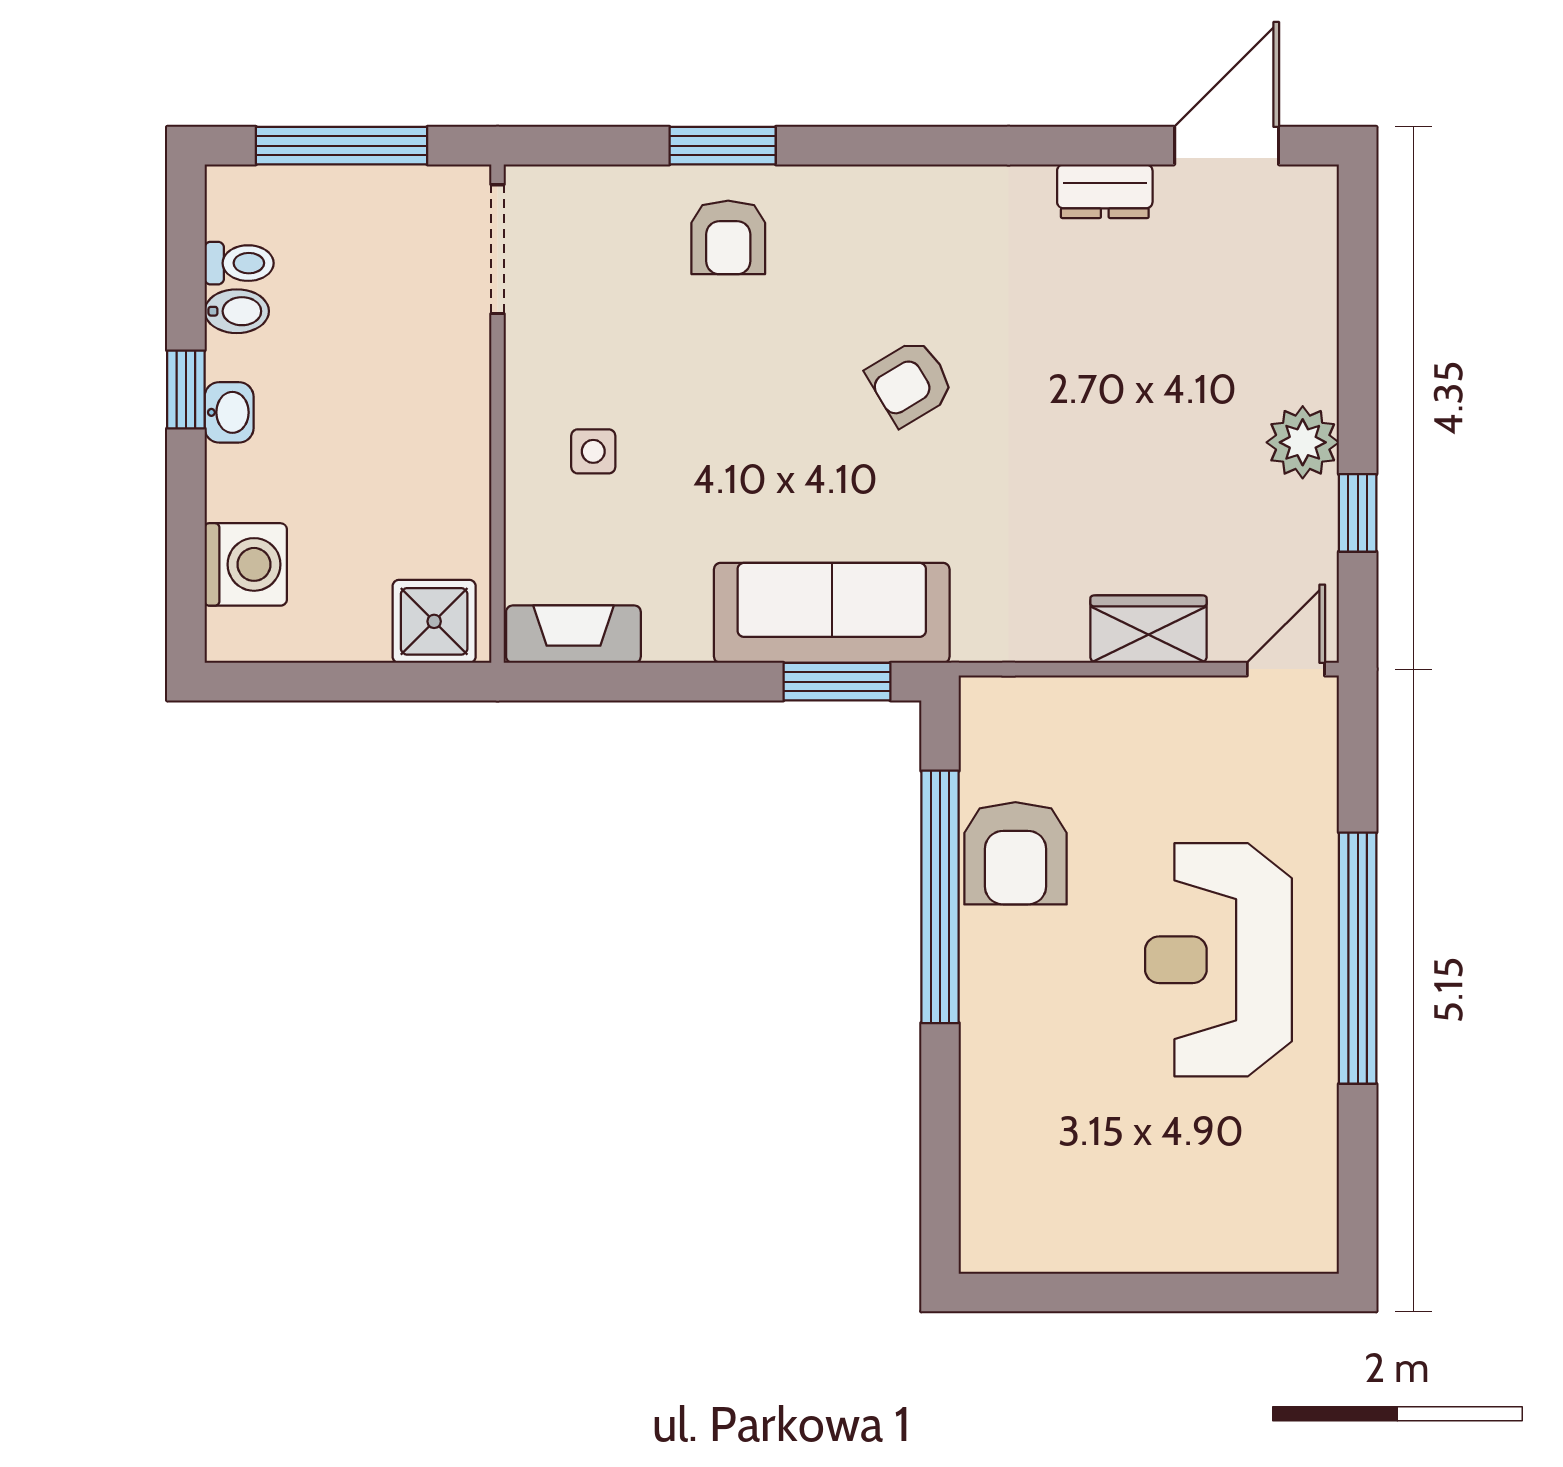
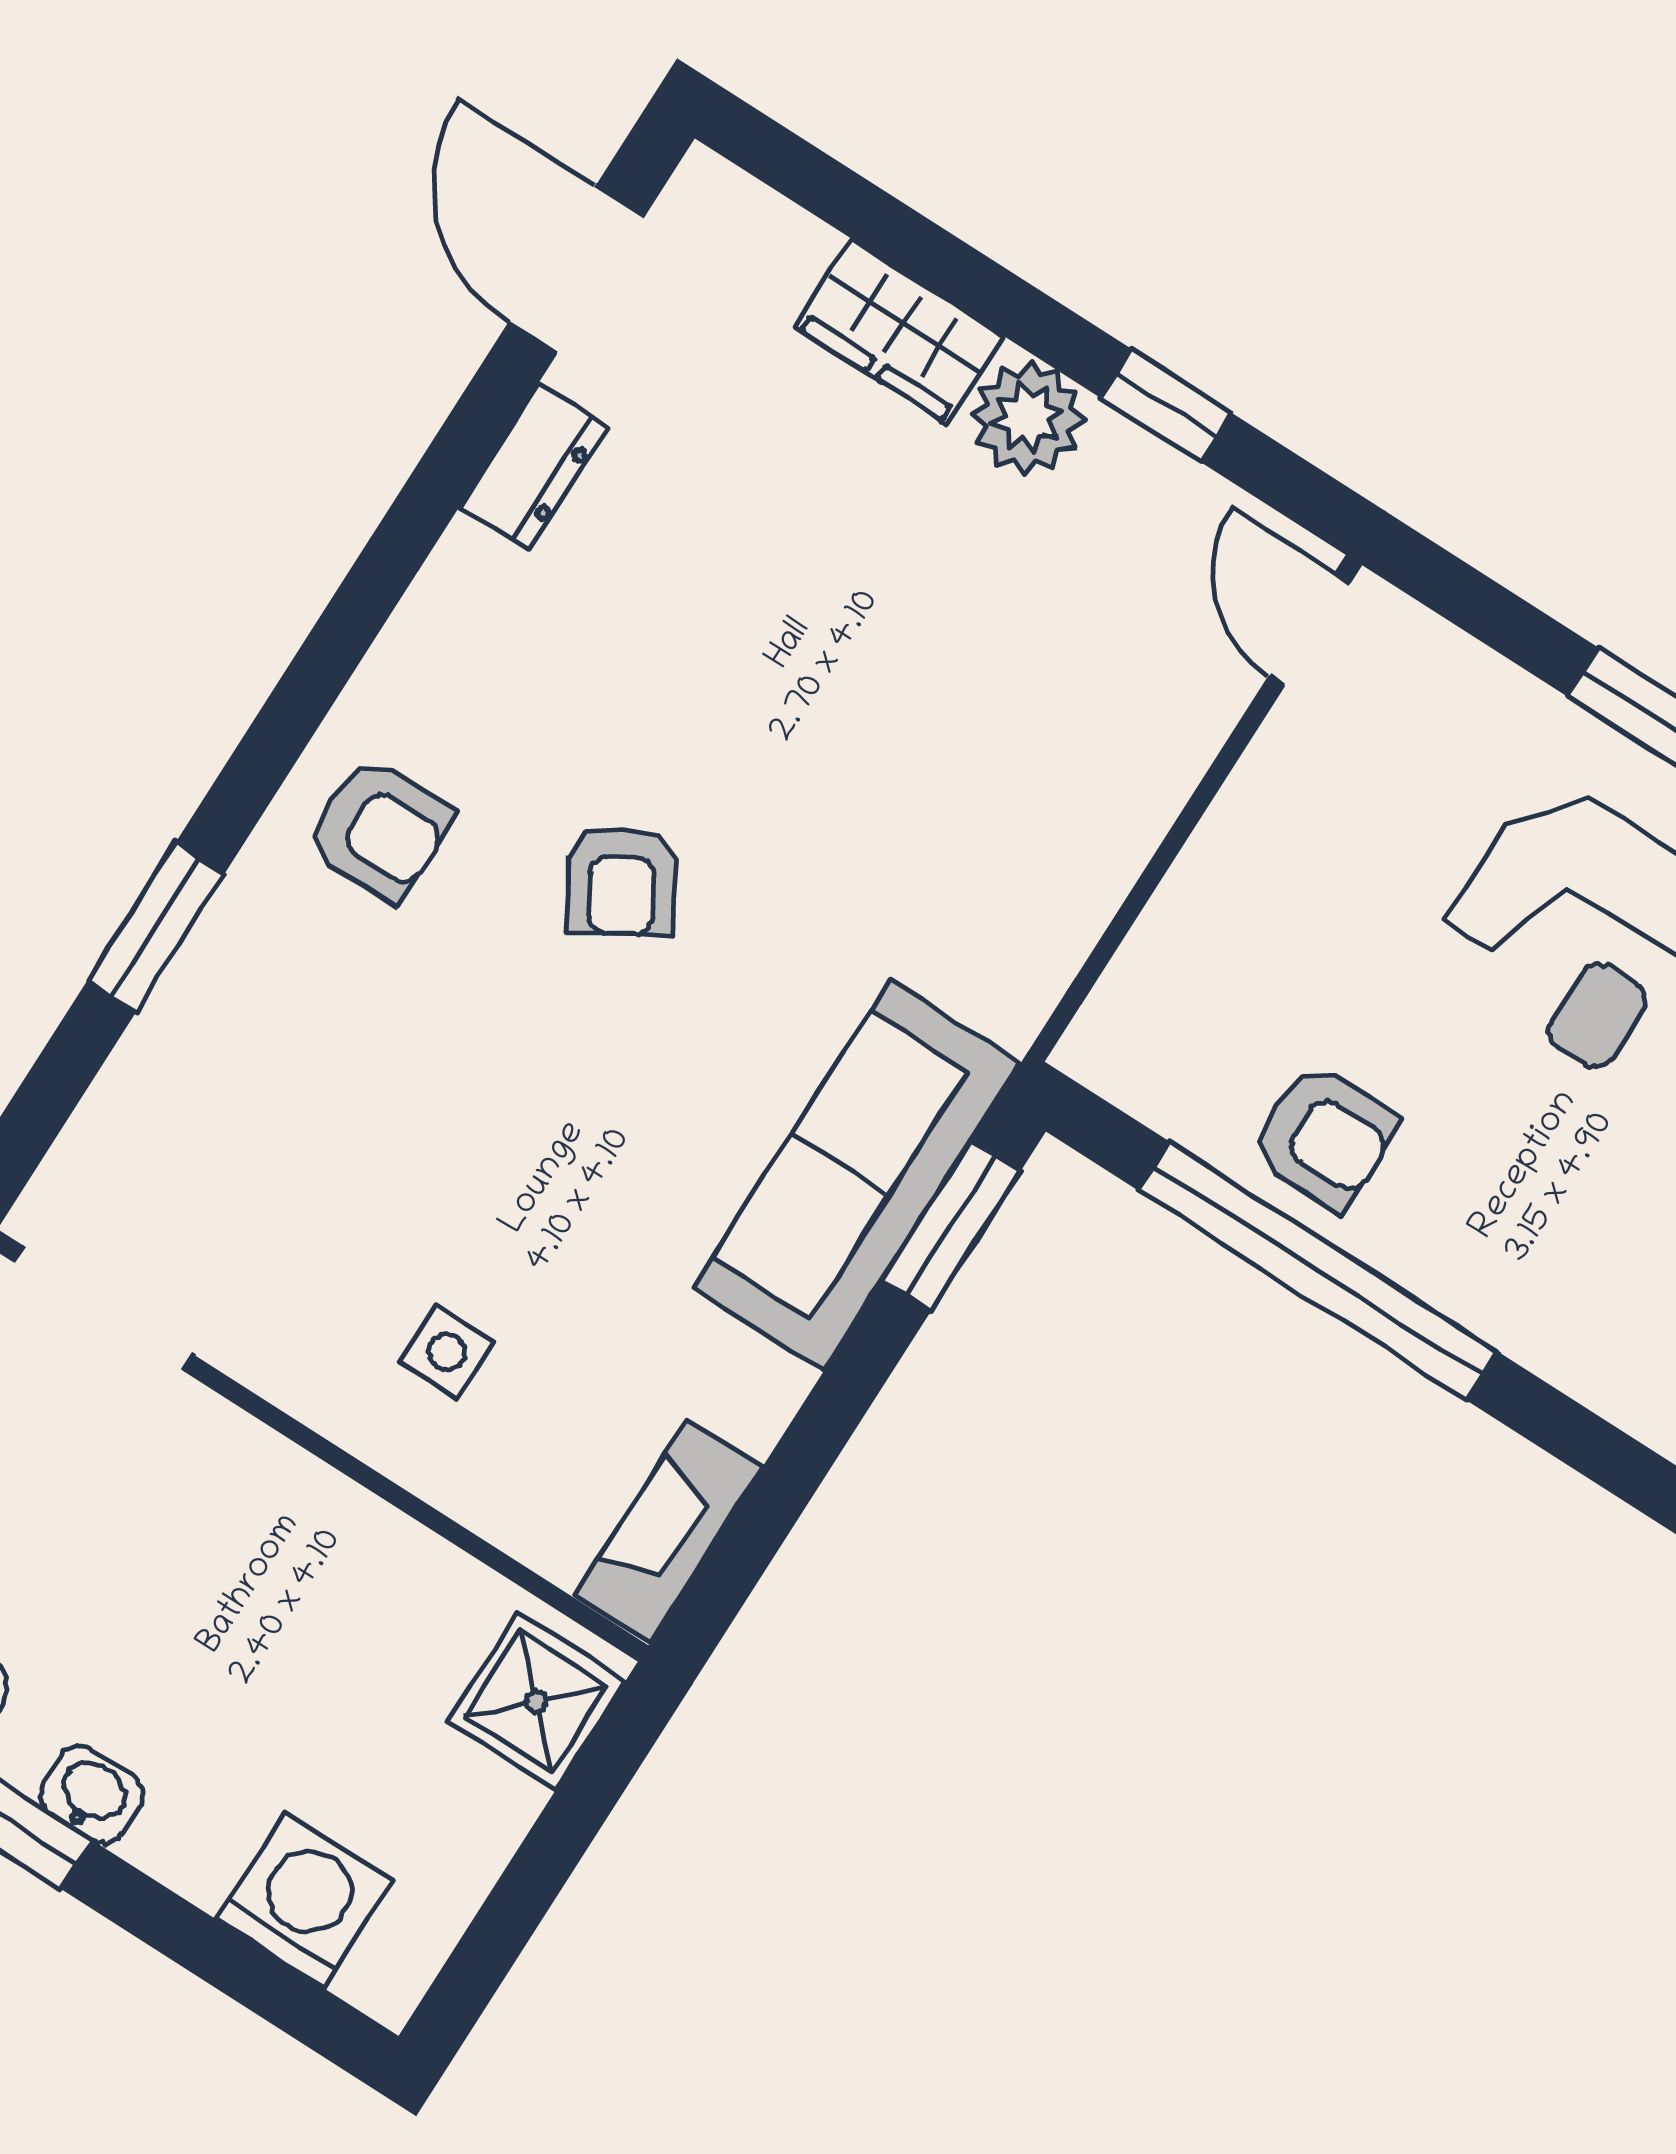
armchair: (728, 237) -> (379, 830), moved
wardrobe: (1148, 629) -> (900, 332), moved, turned -90
armchair: (1015, 853) -> (1324, 1136), width x0.72, depth x0.72

